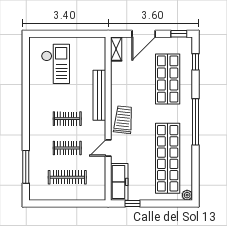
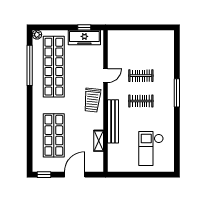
shelving: (116, 49) -> (99, 141), moved
window: (196, 62) -> (30, 150), removed
window: (196, 122) -> (30, 65), moved
window: (26, 167) -> (177, 93), moved
clothes rail: (67, 177) -> (141, 50), removed
freezer: (119, 182) -> (84, 38), moved, turned -90

